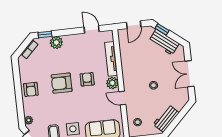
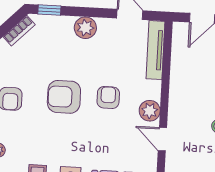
plant: (56, 42) -> (85, 28), moved
tv unit: (111, 59) -> (156, 50), moved

